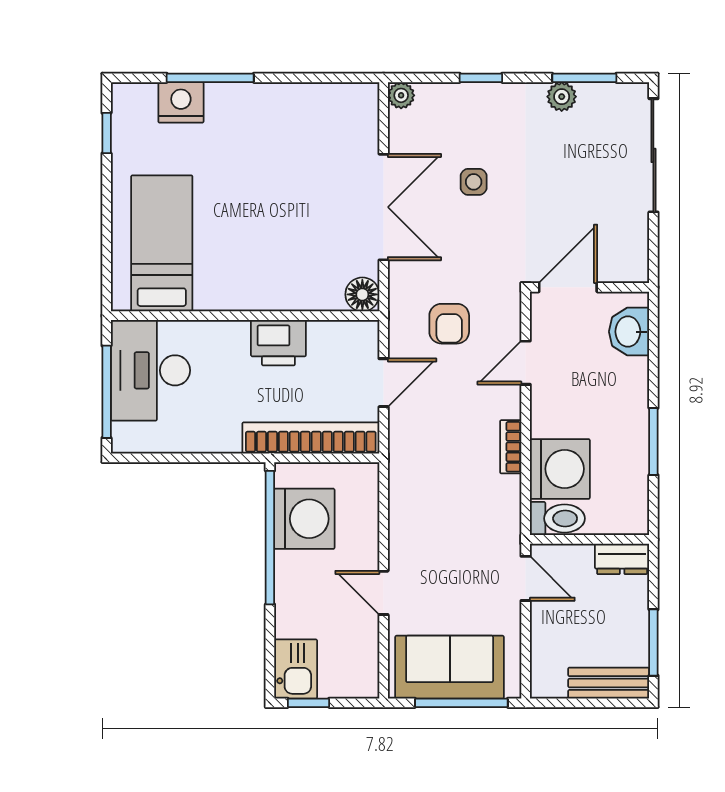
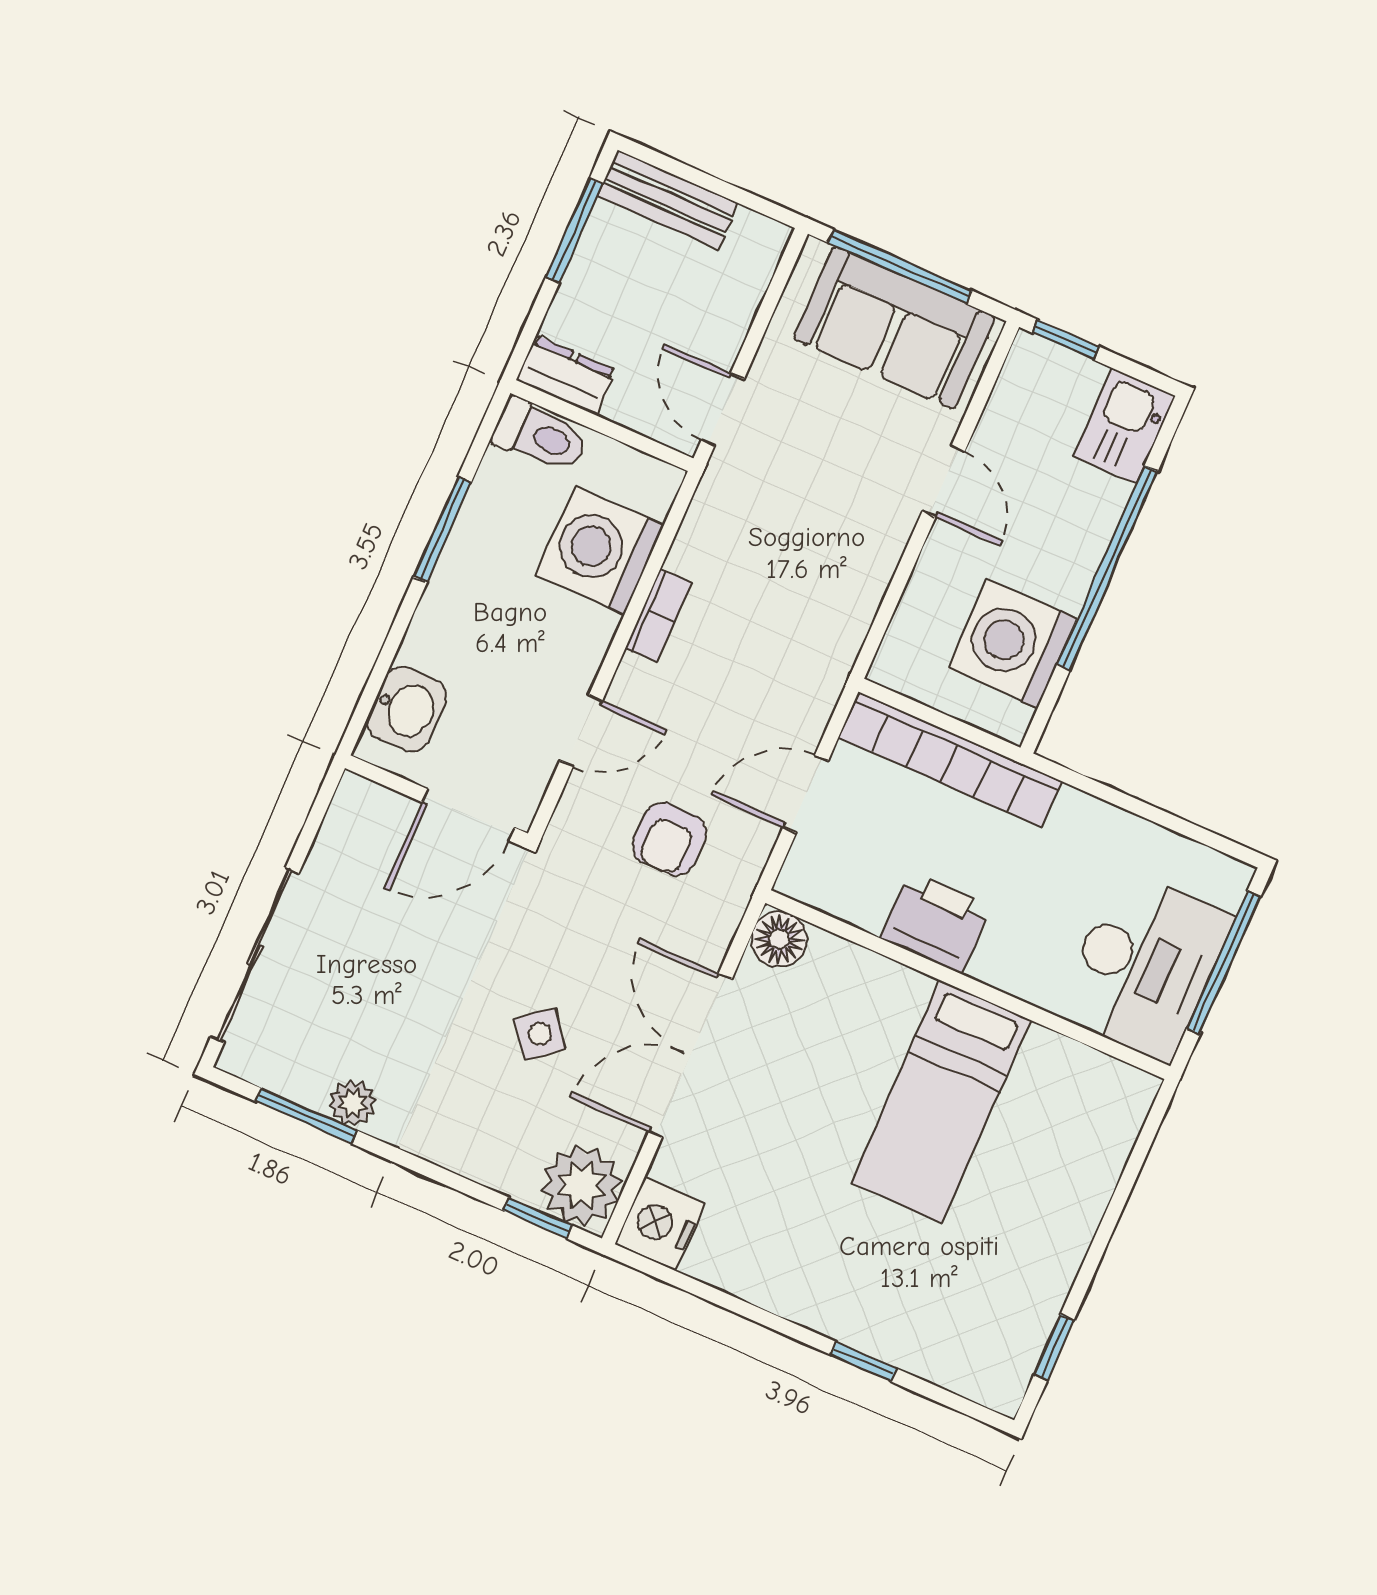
window: (210, 78) -> (863, 1362), width x0.46
window: (481, 78) -> (538, 1218), moved
plant: (401, 95) -> (581, 1185), width x1.88, depth x1.88
nightstand: (181, 102) -> (660, 1224), moved, turned 90
side table: (474, 182) -> (540, 1034), turned -38
bed: (162, 243) -> (941, 1102), moved
armchair: (449, 324) -> (669, 839), turned 180
toilet: (557, 518) -> (540, 436), moved, turned 180
window: (270, 538) -> (1107, 568), moved
window: (308, 703) -> (1066, 340), moved

